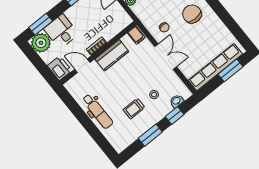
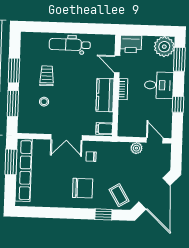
desk: (61, 31) -> (159, 85), moved
door: (82, 66) -> (117, 64), swing flipped
window: (231, 70) -> (11, 162), moved
washbasin: (177, 101) -> (23, 115), removed
window: (175, 116) -> (13, 104), width x1.50

